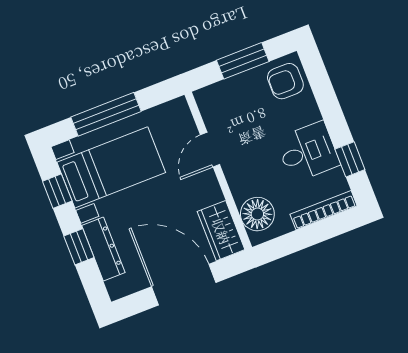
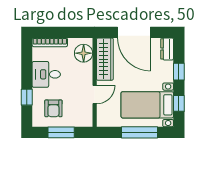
armchair: (285, 81) -> (53, 108), moved, turned 90
window: (350, 159) -> (27, 97), moved
wardrobe: (221, 231) -> (105, 59), width x1.50
dresser: (103, 249) -> (167, 49), moved, width x0.70

